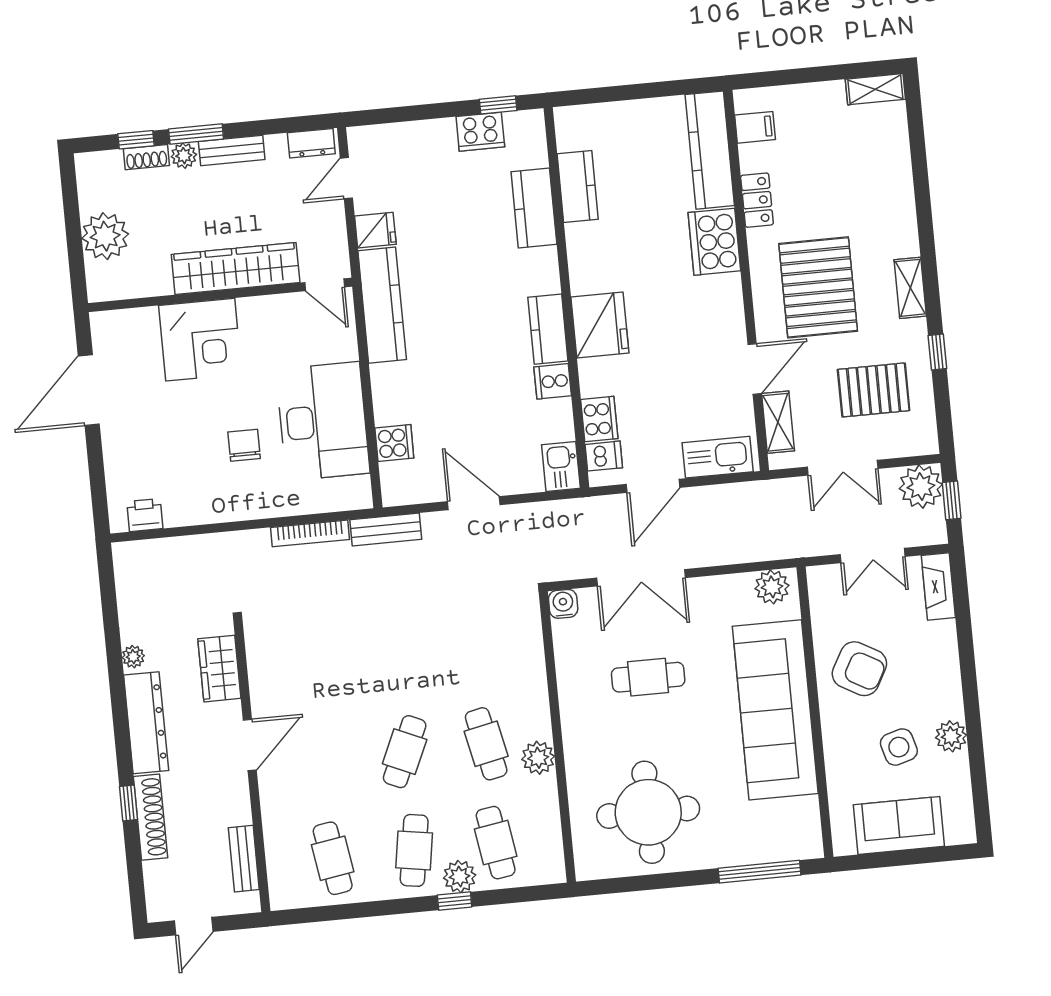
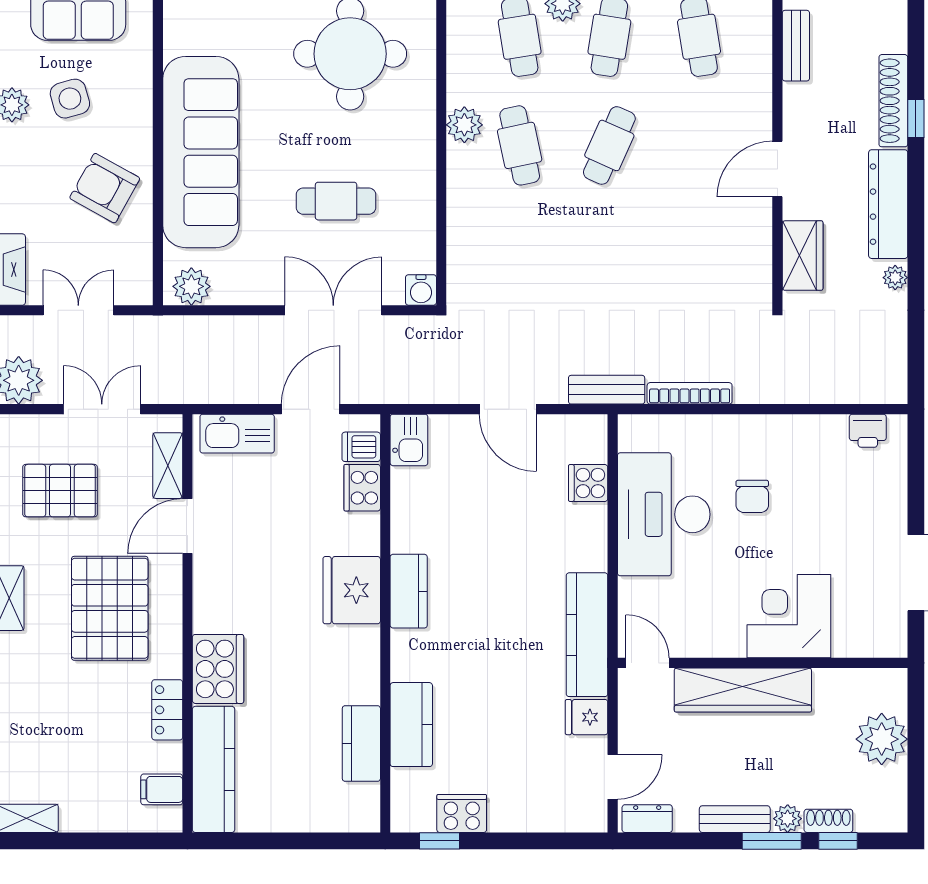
cooker: (553, 381) -> (409, 534), removed

